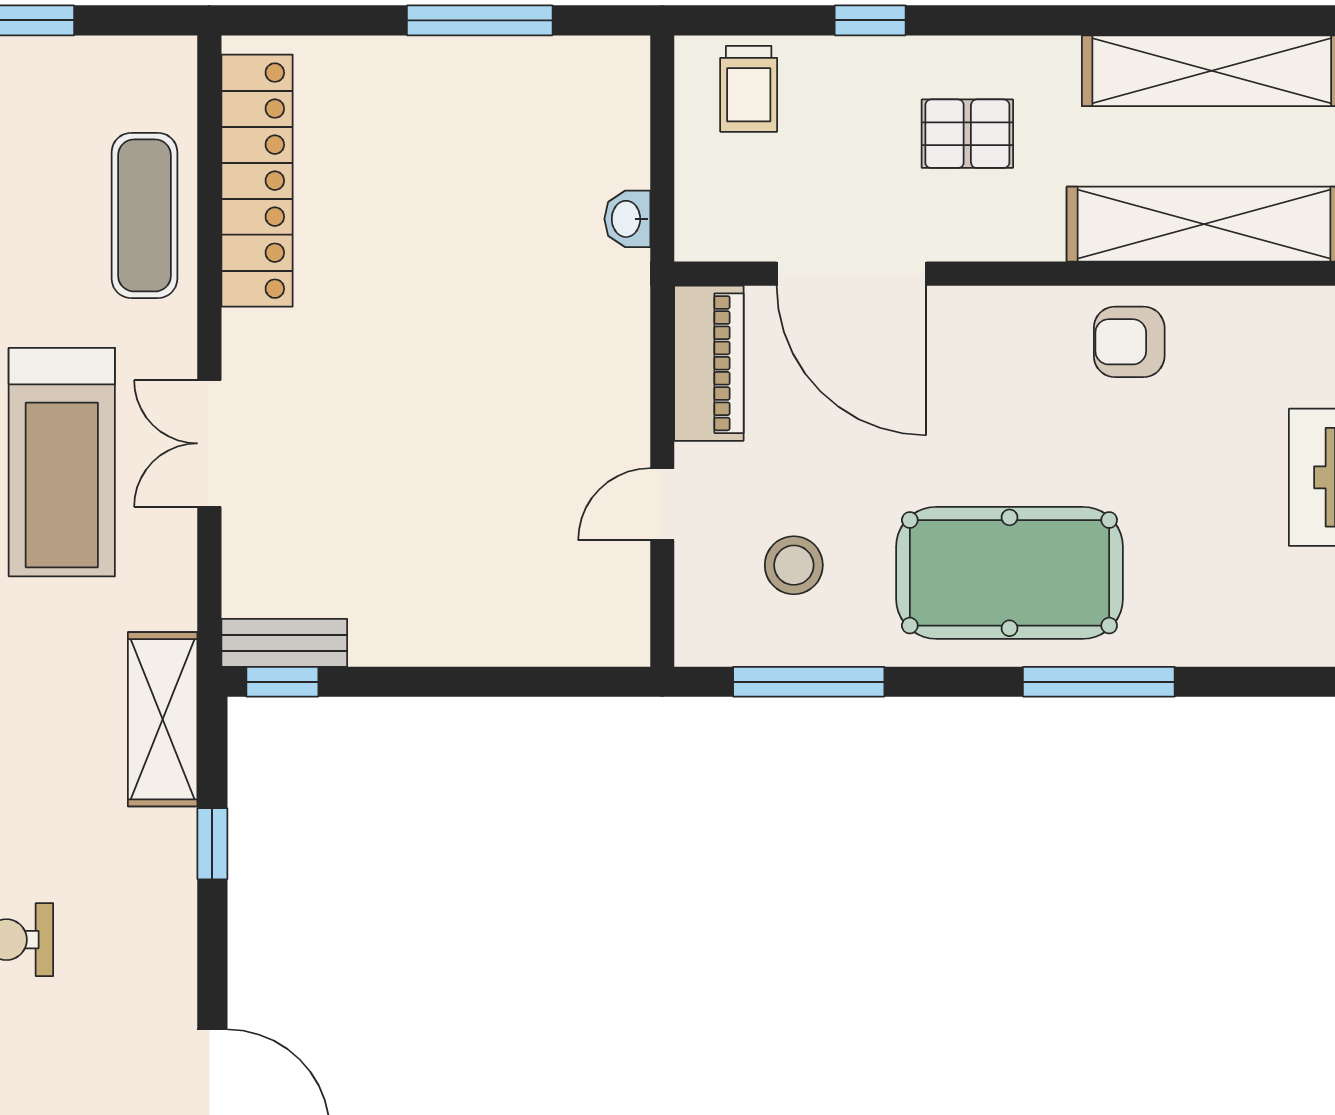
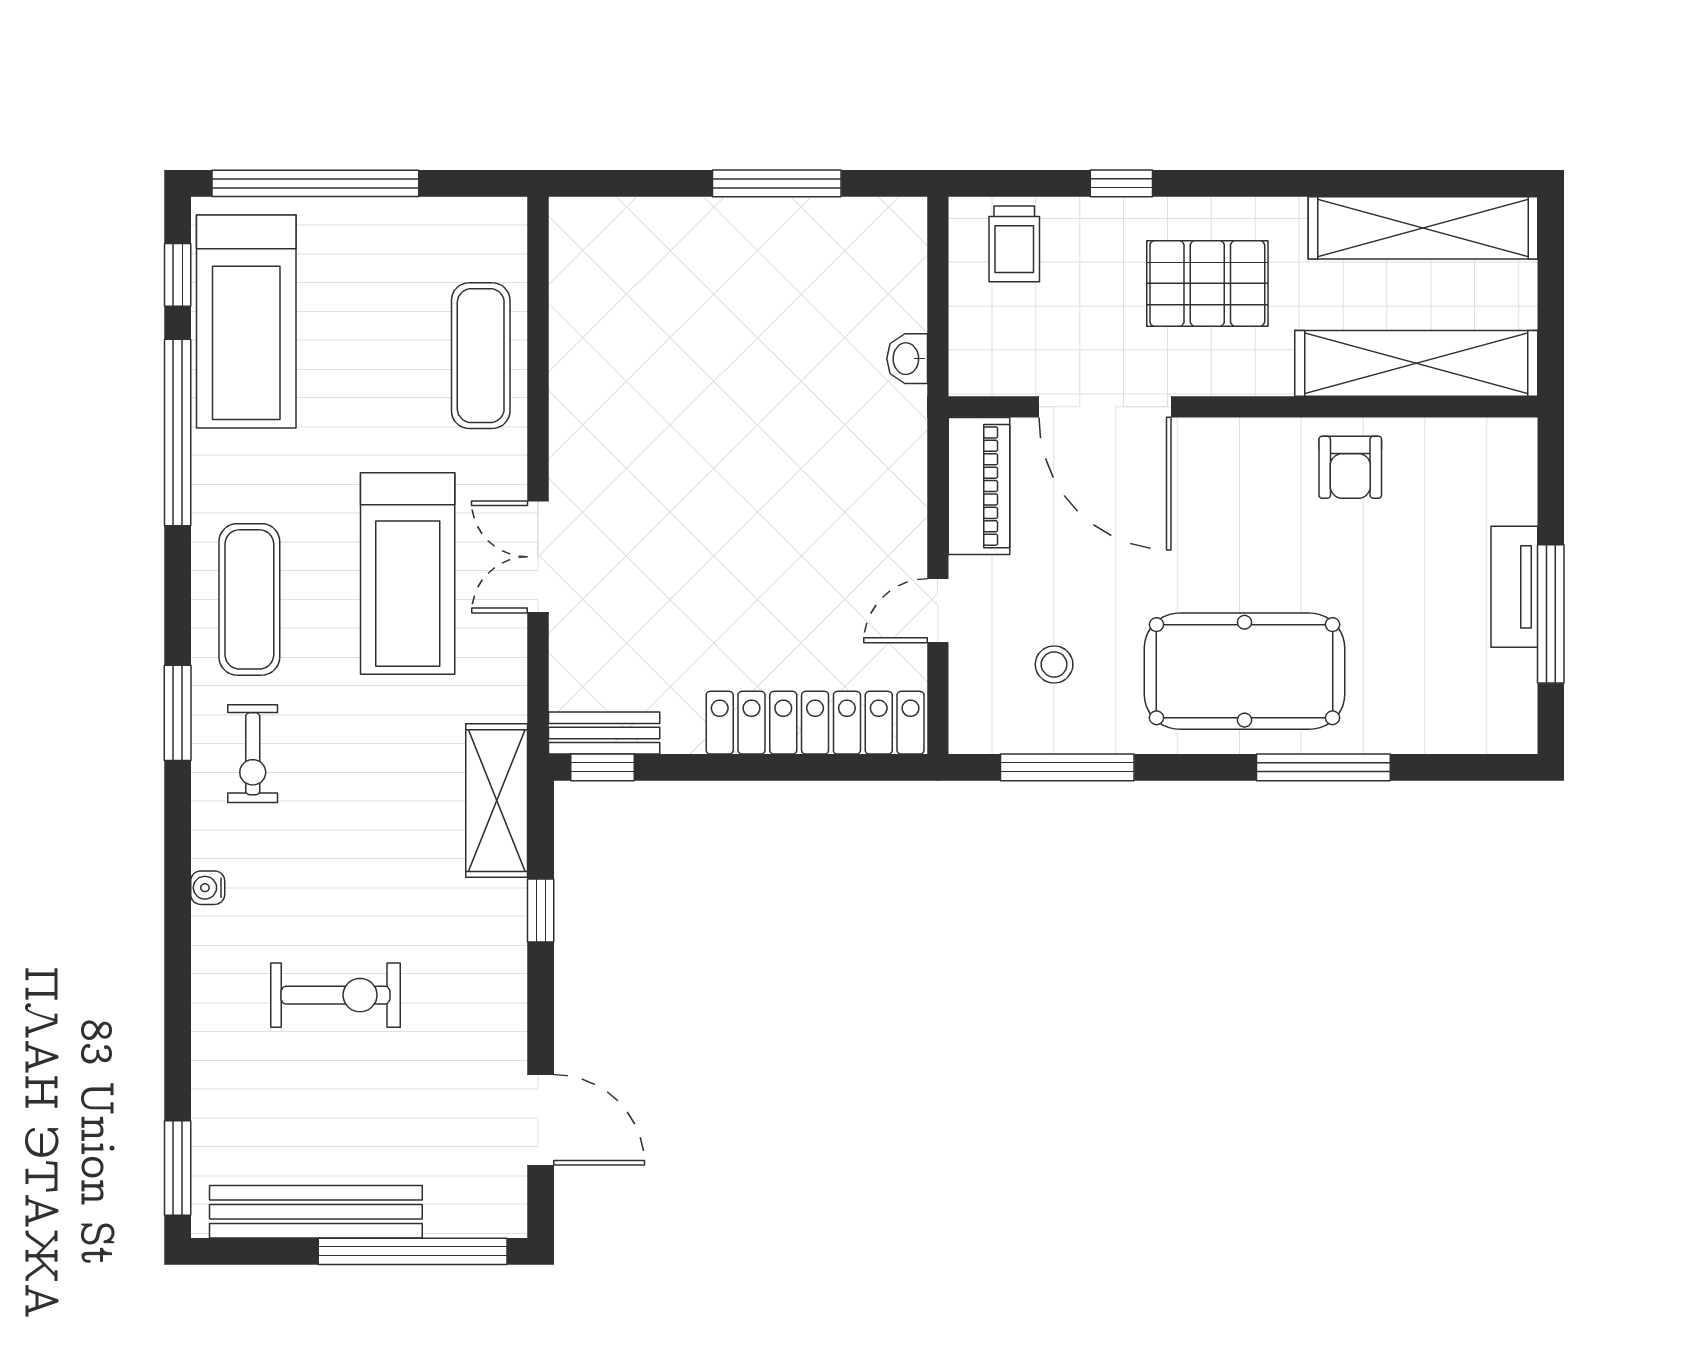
pallet: (967, 134) -> (1207, 283), width x1.50, depth x1.42
locker: (257, 181) -> (815, 723), moved, turned -90
armchair: (1129, 342) -> (1350, 467), turned -90
stool: (794, 565) -> (1054, 664), width x0.73, depth x0.73

